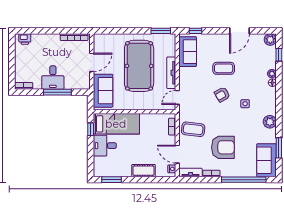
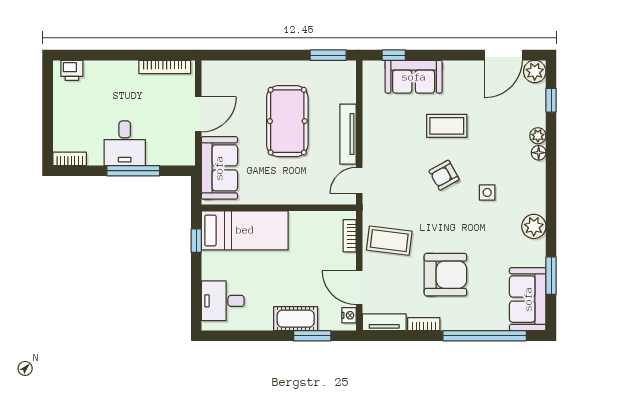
door: (240, 31) -> (504, 55), moved
sofa: (188, 52) -> (414, 77), moved, turned 90
pool table: (139, 66) -> (287, 121), width x0.73, depth x0.76
desk: (105, 146) -> (223, 301), moved
window: (111, 180) -> (312, 336), moved

